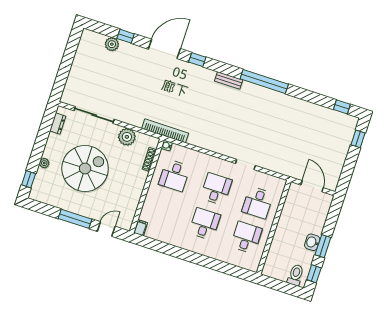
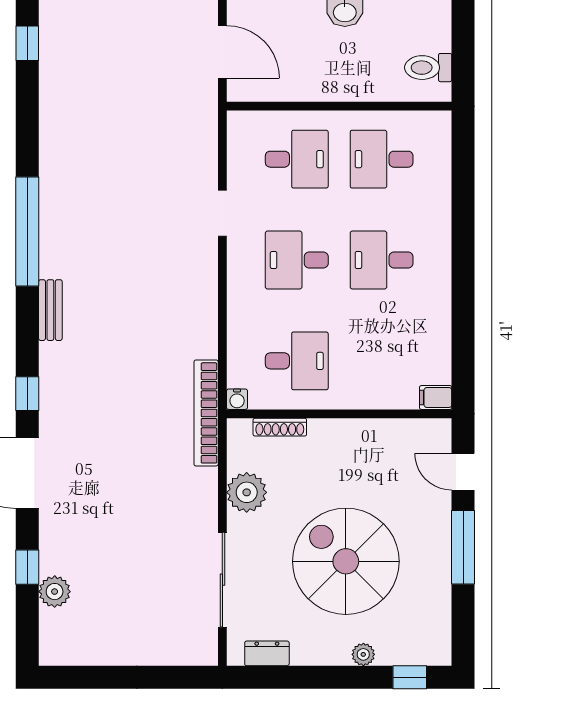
door: (312, 186) -> (222, 52), swing flipped
toilet: (296, 275) -> (428, 68), moved

